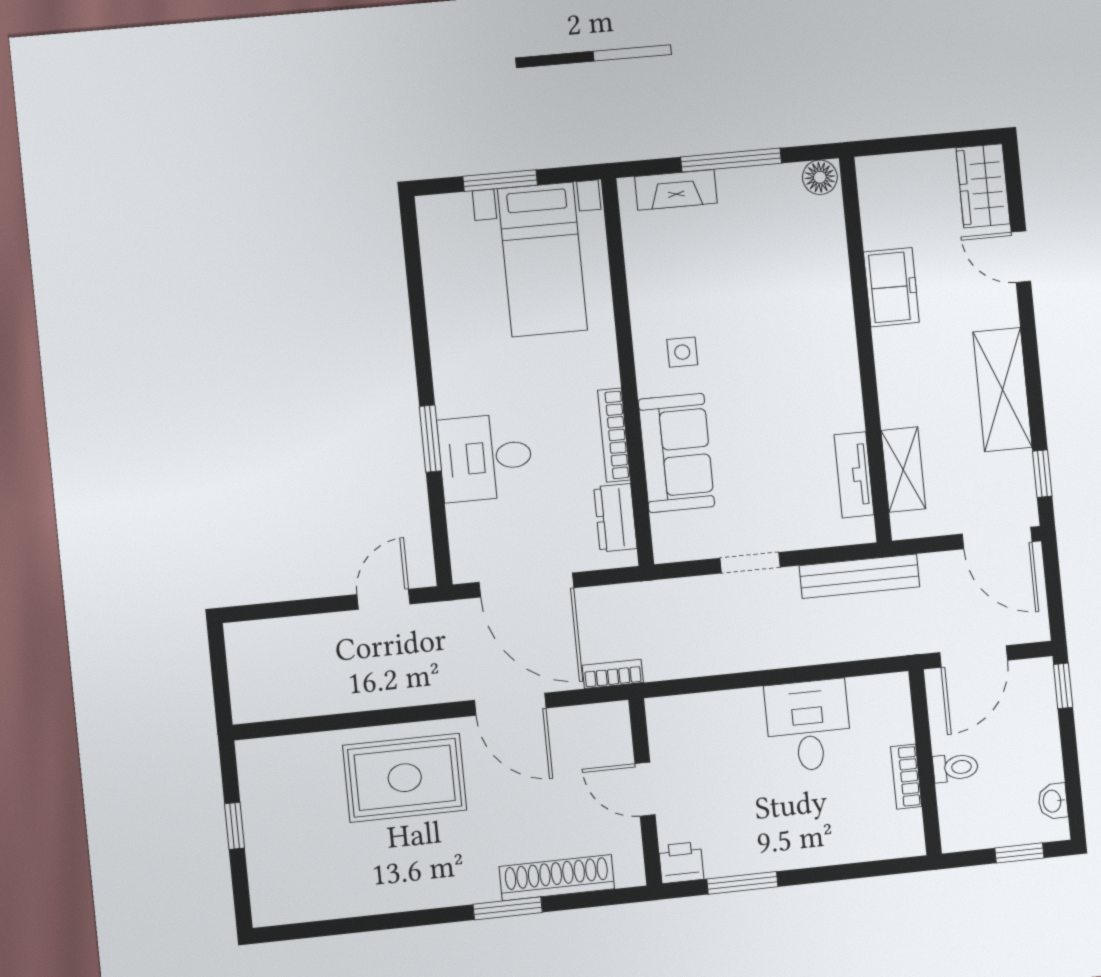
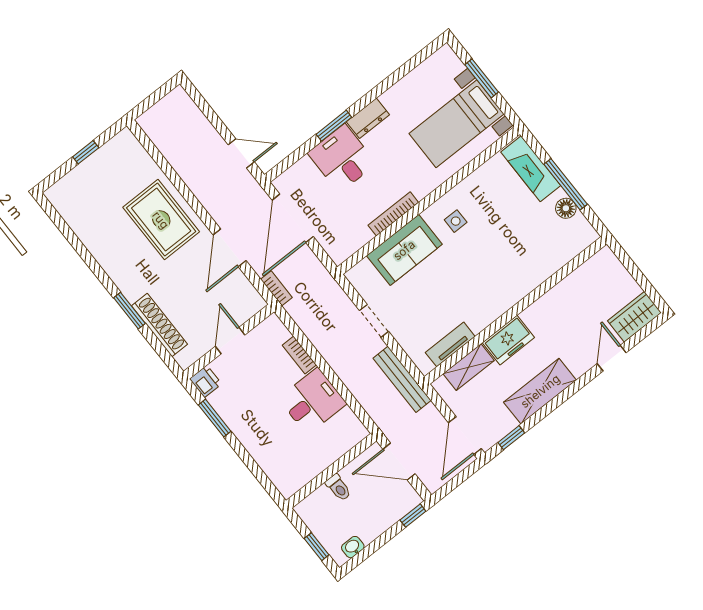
floor lamp: (820, 177) -> (566, 208), moved
fireplace: (676, 190) -> (531, 169), width x1.37, depth x1.32
freezer: (891, 287) -> (508, 340), moved
dresser: (615, 518) -> (368, 118), moved, turned 180
bookcase: (906, 777) -> (299, 355), moved, turned -90

